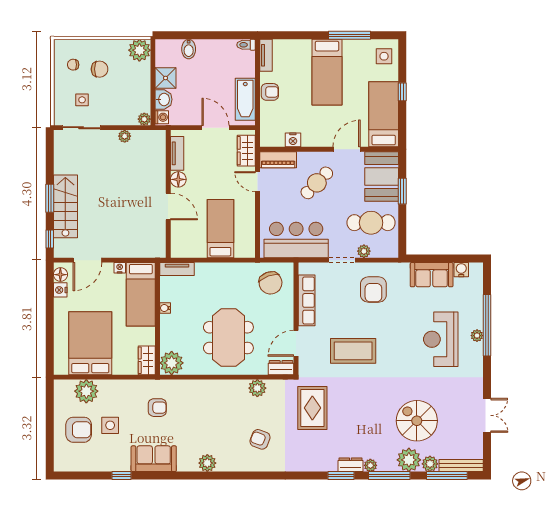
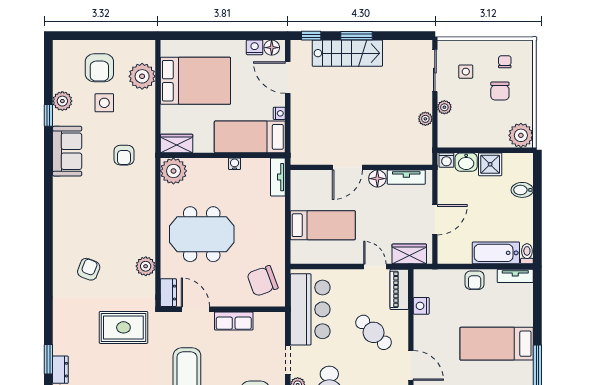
bathtub: (245, 99) -> (496, 253), moved
plant: (144, 119) -> (444, 107), moved
door: (258, 182) -> (375, 266), hinge flipped
row of seats: (307, 300) -> (234, 321), width x0.68
plant: (207, 463) -> (62, 101), moved

